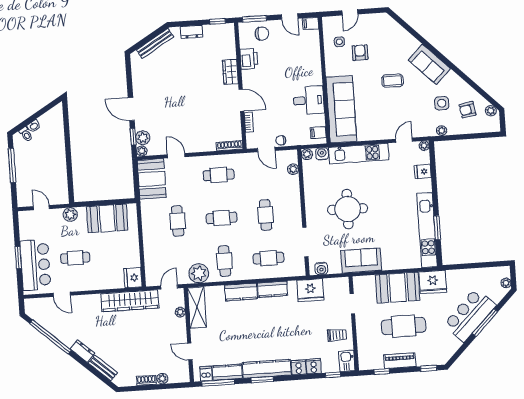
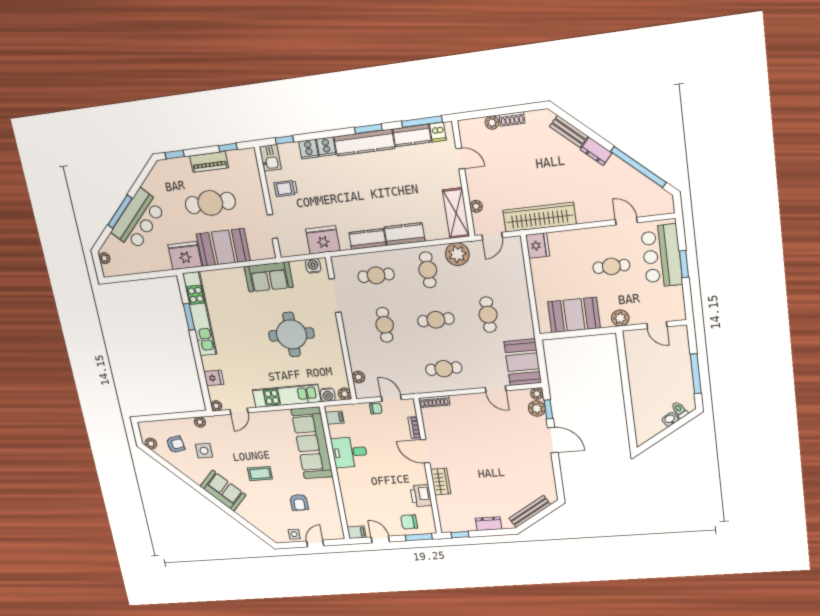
side table: (339, 42) -> (294, 534), moved

